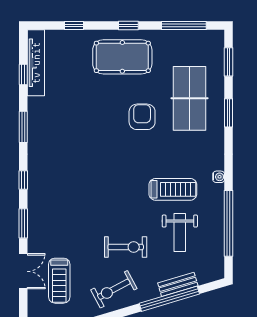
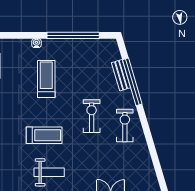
weight bench: (180, 233) -> (49, 172), moved
treadmill: (59, 281) -> (44, 135), moved
exercise bike: (114, 289) -> (125, 125), turned -152

